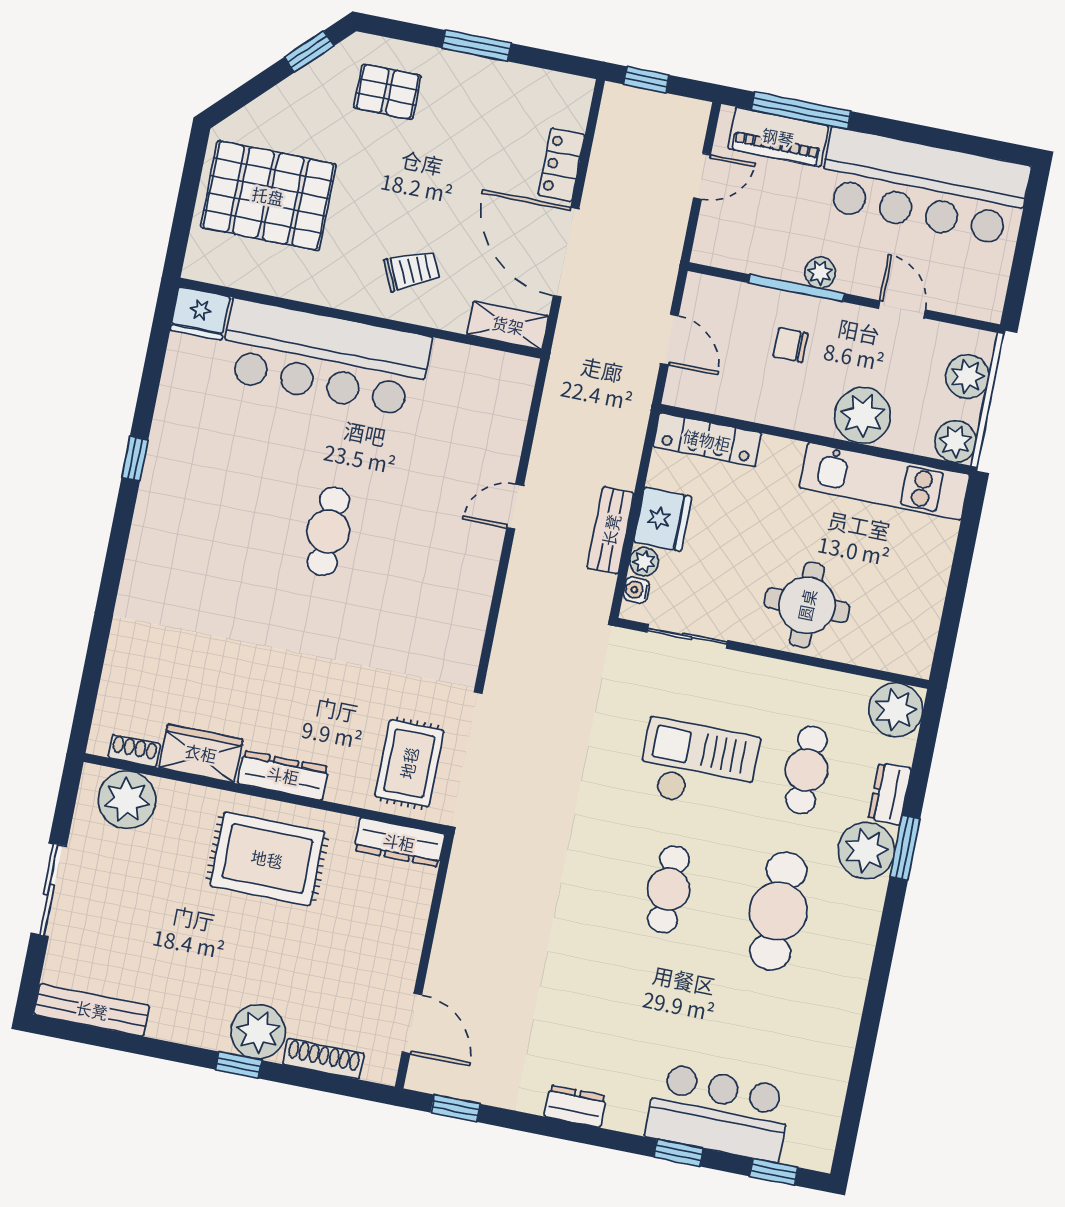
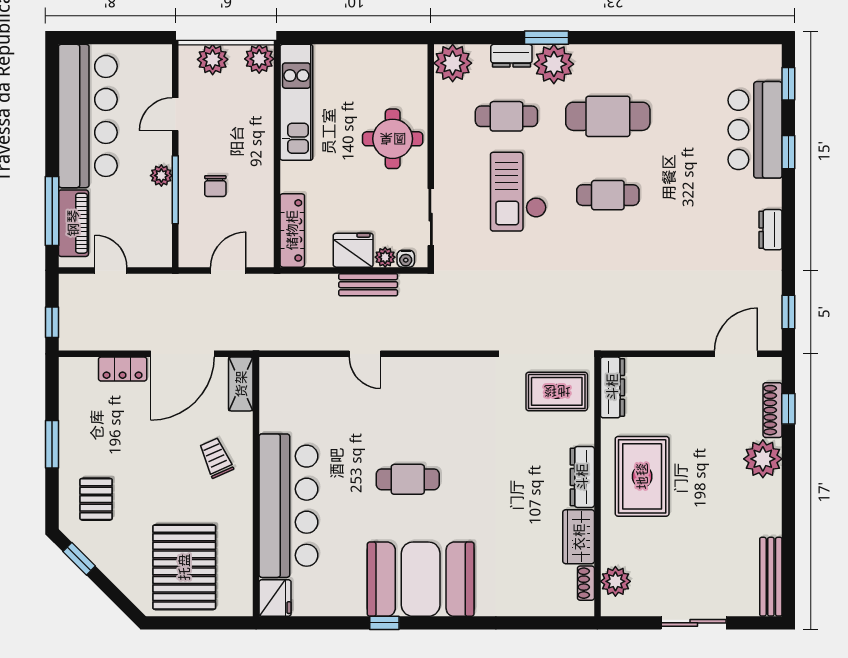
plant: (863, 415) -> (254, 127), removed
booth: (186, 522) -> (421, 579), added
plant: (127, 800) -> (615, 581), width x0.73, depth x0.73
window: (239, 1065) -> (788, 409), moved

